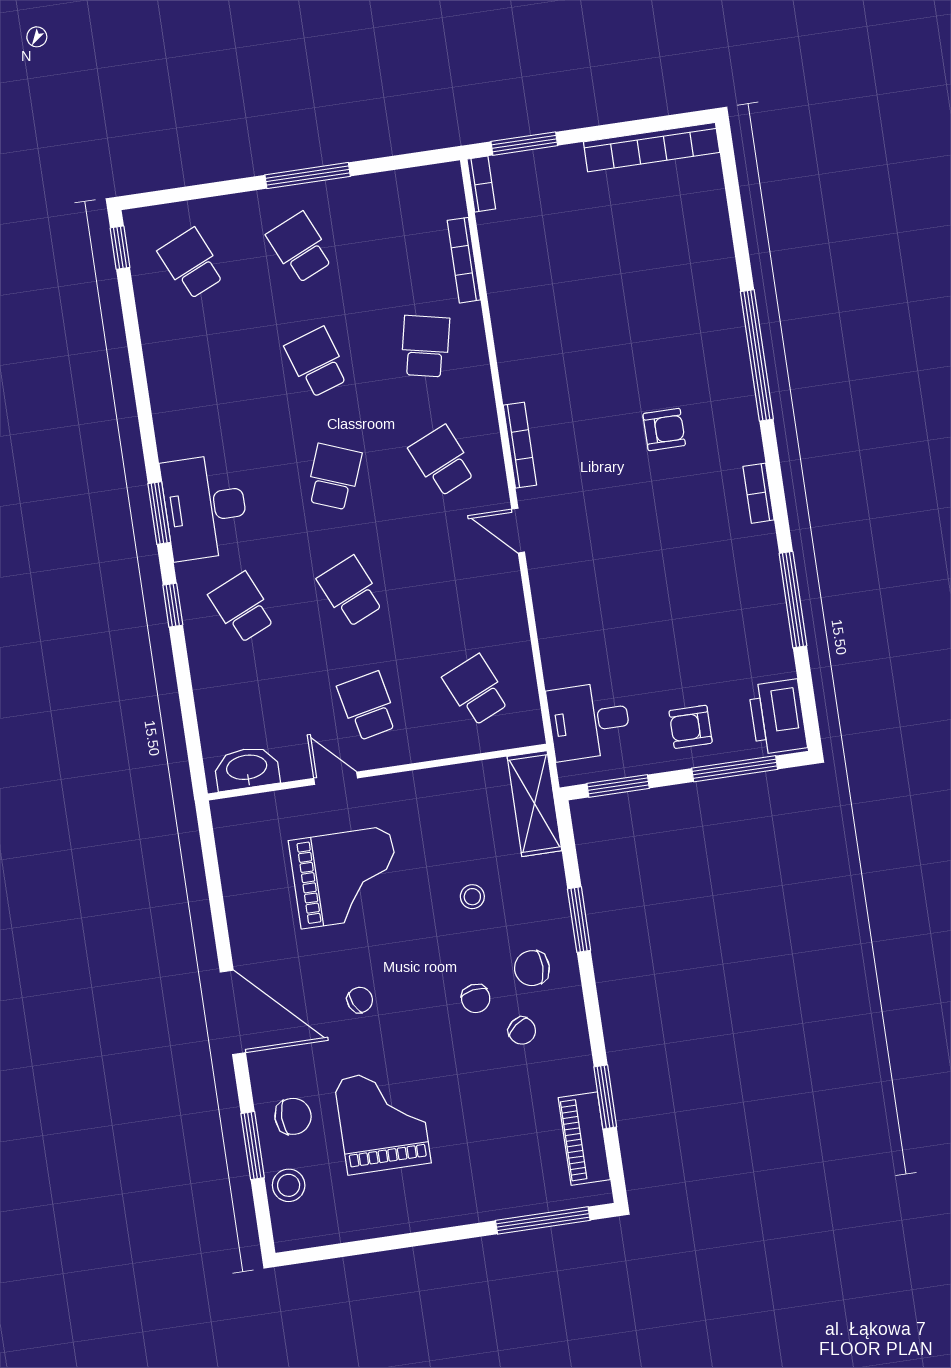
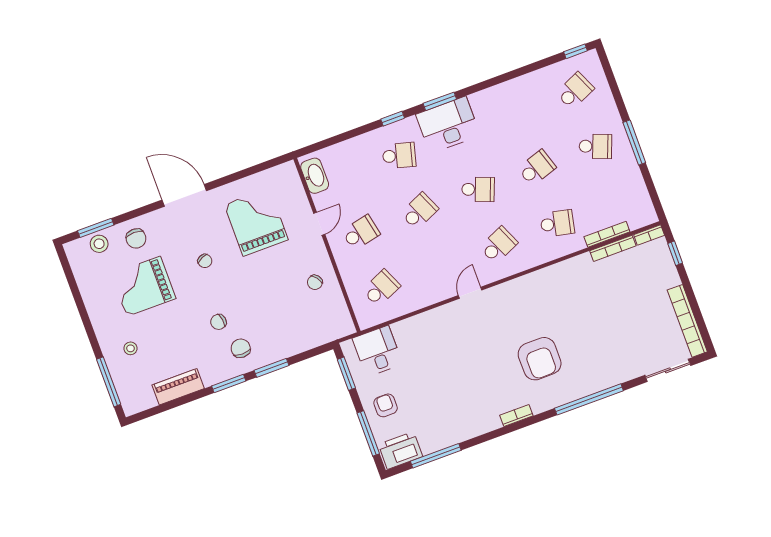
window: (524, 144) -> (675, 253), width x0.67
sliding door: (734, 201) -> (668, 370), added
school desk: (300, 248) -> (595, 146), turned 45
armchair: (664, 430) -> (540, 359), width x1.88, depth x1.88
bookcase: (520, 445) -> (613, 248), moved
window: (793, 600) -> (436, 456), moved
school desk: (242, 608) -> (399, 156), turned 39
shelving: (534, 804) -> (328, 331), removed
grand piano: (346, 877) -> (256, 222), moved, turned 180
stool: (472, 897) -> (130, 348), moved
door: (233, 1012) -> (184, 195), swing flipped
chair: (522, 1031) -> (315, 282), moved
window: (605, 1097) -> (229, 384), moved
grand piano: (383, 1121) -> (143, 286), turned 180
piano: (584, 1139) -> (178, 387), moved
window: (253, 1146) -> (96, 228), moved

